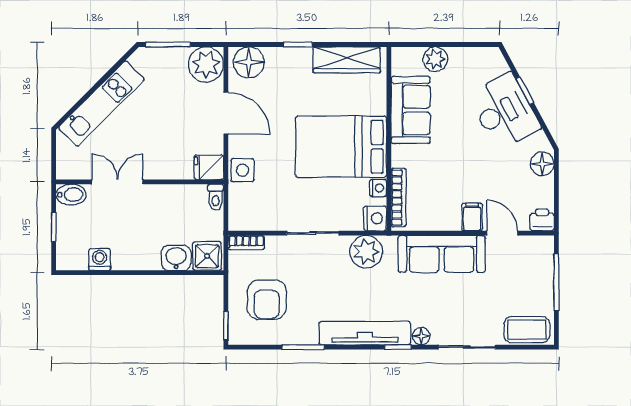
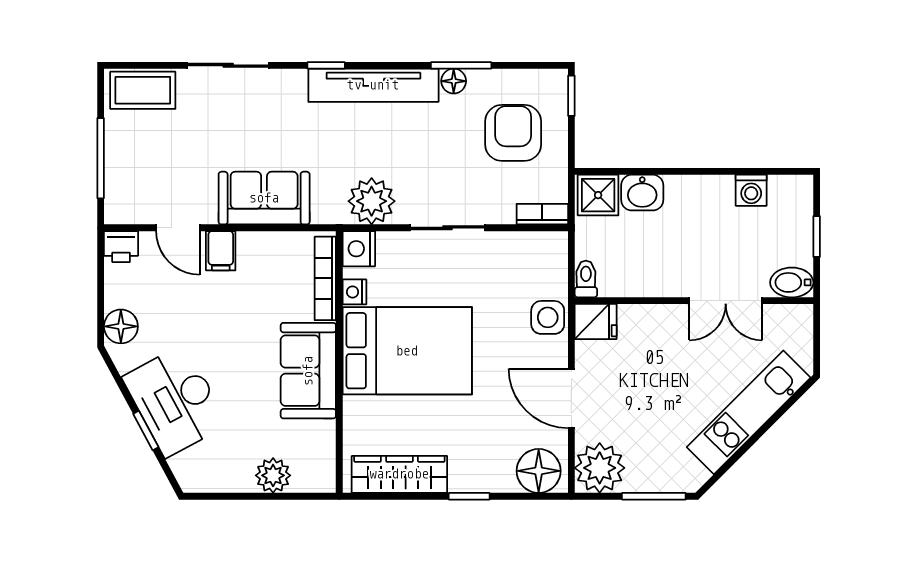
sofa: (411, 110) -> (308, 371), moved
sofa: (442, 254) -> (264, 198), width x0.73
floor lamp: (421, 336) -> (454, 81), moved

